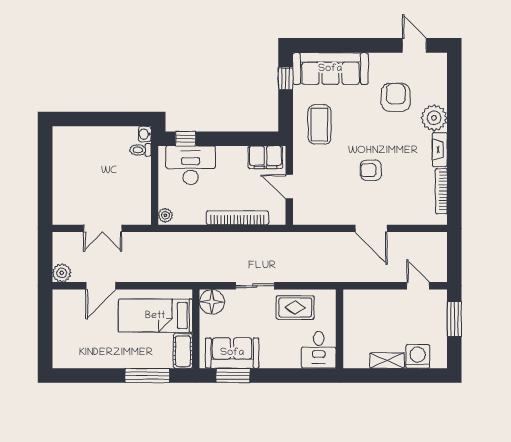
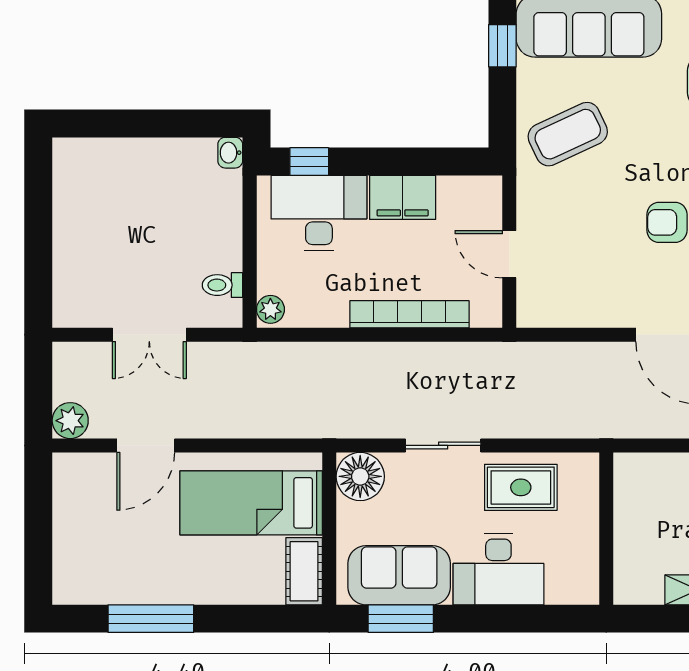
coffee table: (319, 124) -> (568, 134), turned 65
toilet: (141, 150) -> (222, 285), moved
filing cabinet: (265, 157) -> (403, 197), moved
desk: (319, 350) -> (498, 569), moved, width x1.37
window: (147, 376) -> (151, 619), moved

